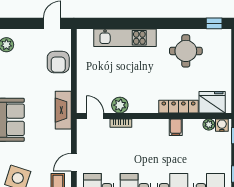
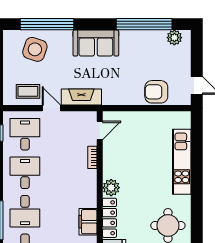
plant: (120, 105) -> (111, 188), moved
fireplace: (63, 110) -> (81, 97), moved
filing cabinet: (176, 127) -> (88, 222), width x2.00

